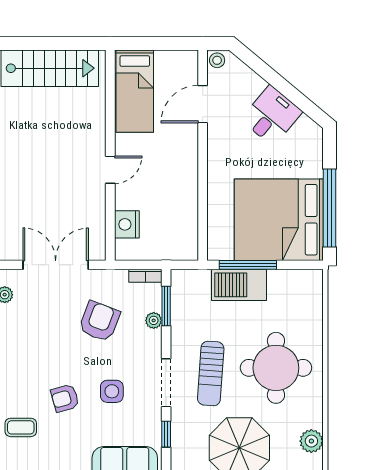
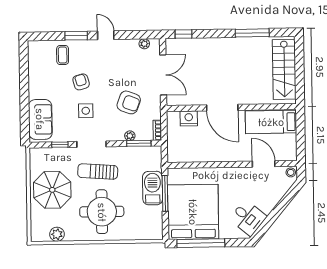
desk: (272, 116) -> (248, 218), moved
door: (110, 170) -> (222, 108), width x1.88

